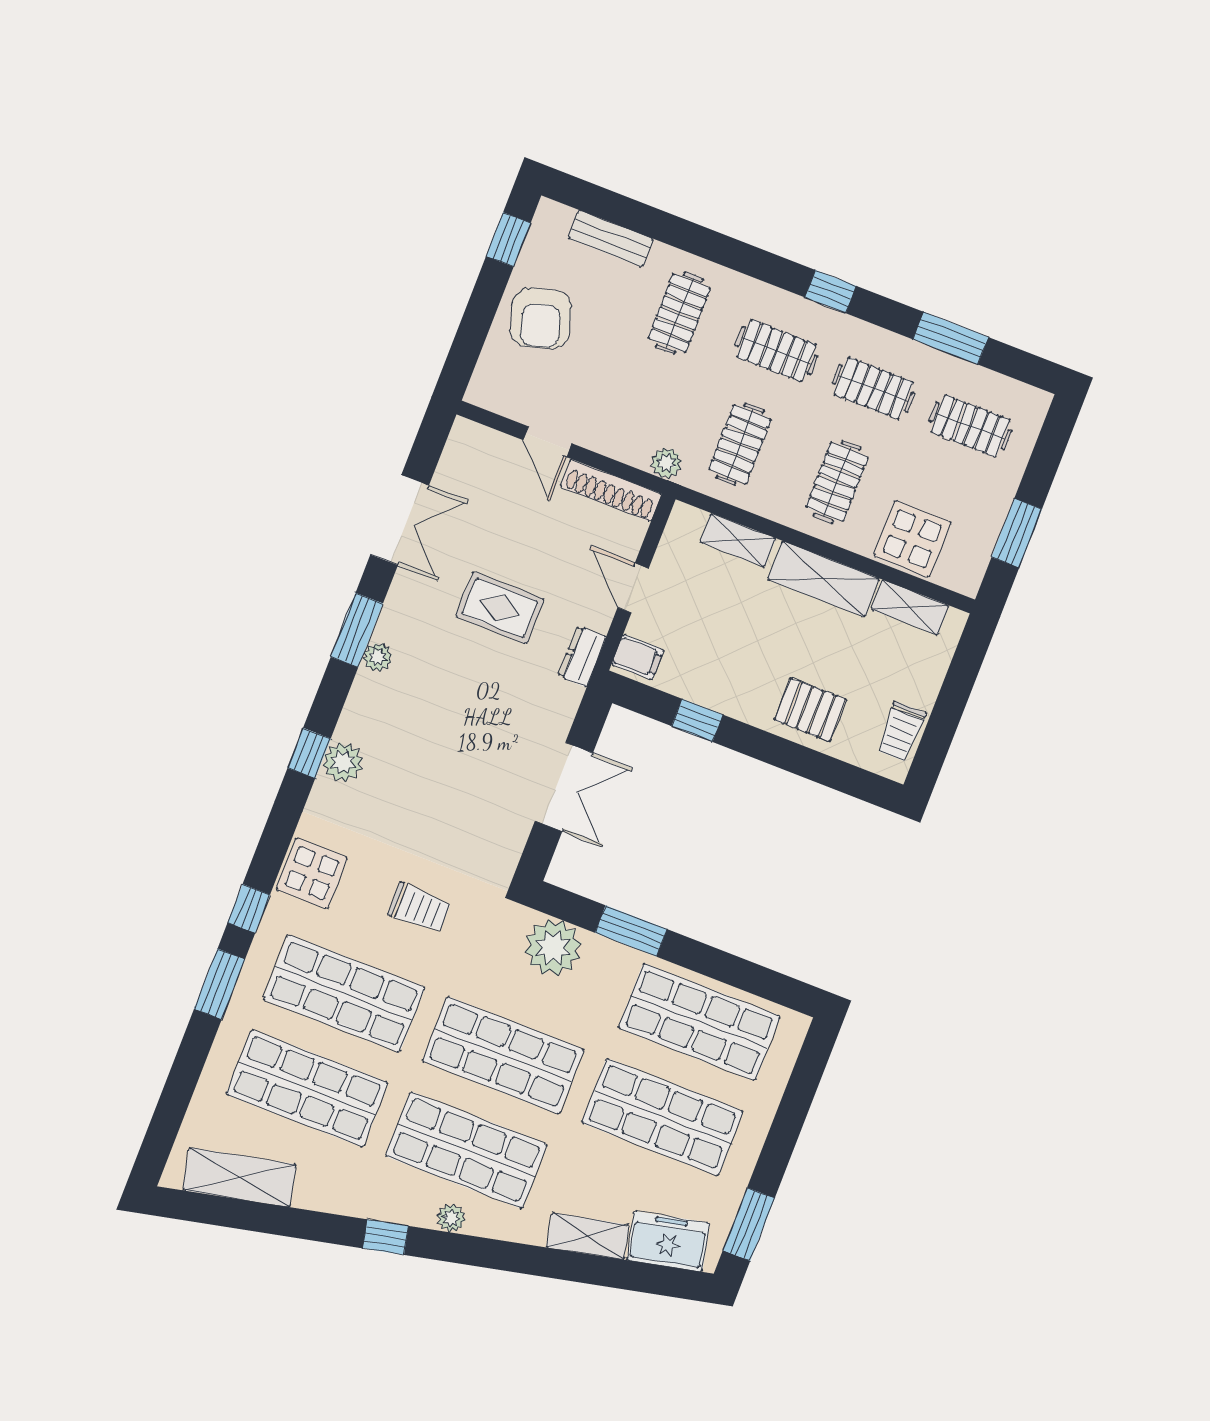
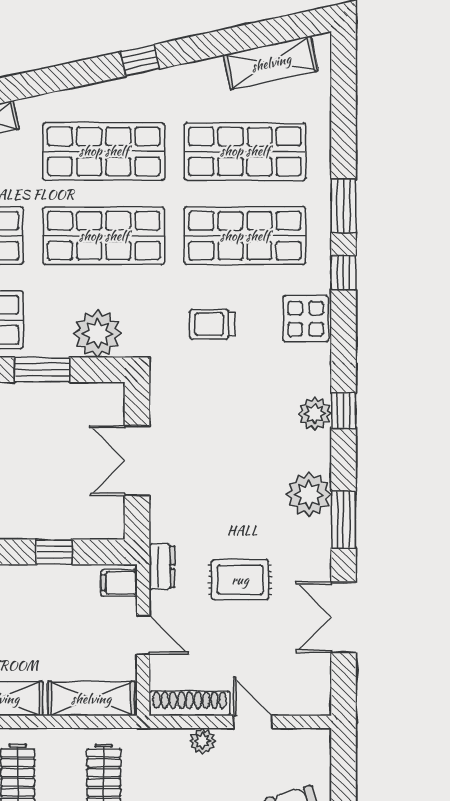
plant: (666, 463) -> (203, 741), moved
shelving: (738, 540) -> (91, 699), width x1.50, depth x1.33
plant: (378, 657) -> (309, 495), width x1.88, depth x1.88
plant: (451, 1218) -> (95, 95), removed

